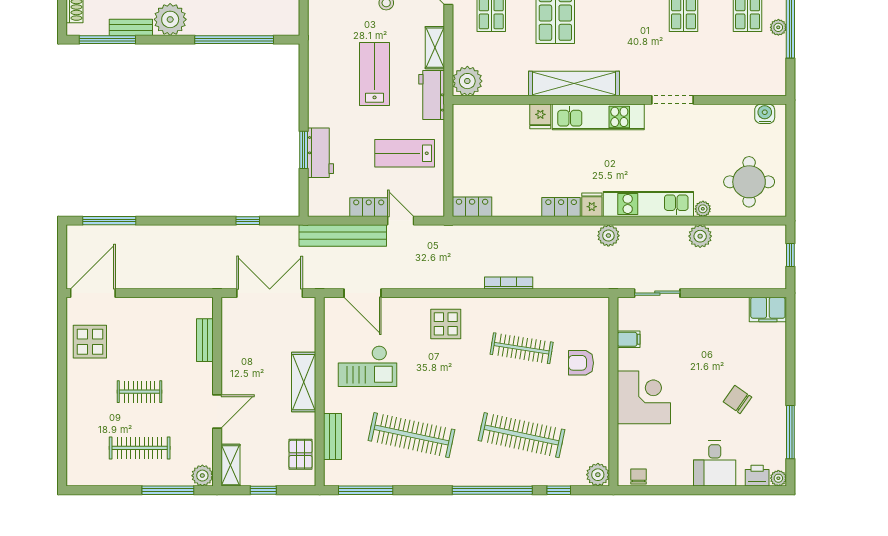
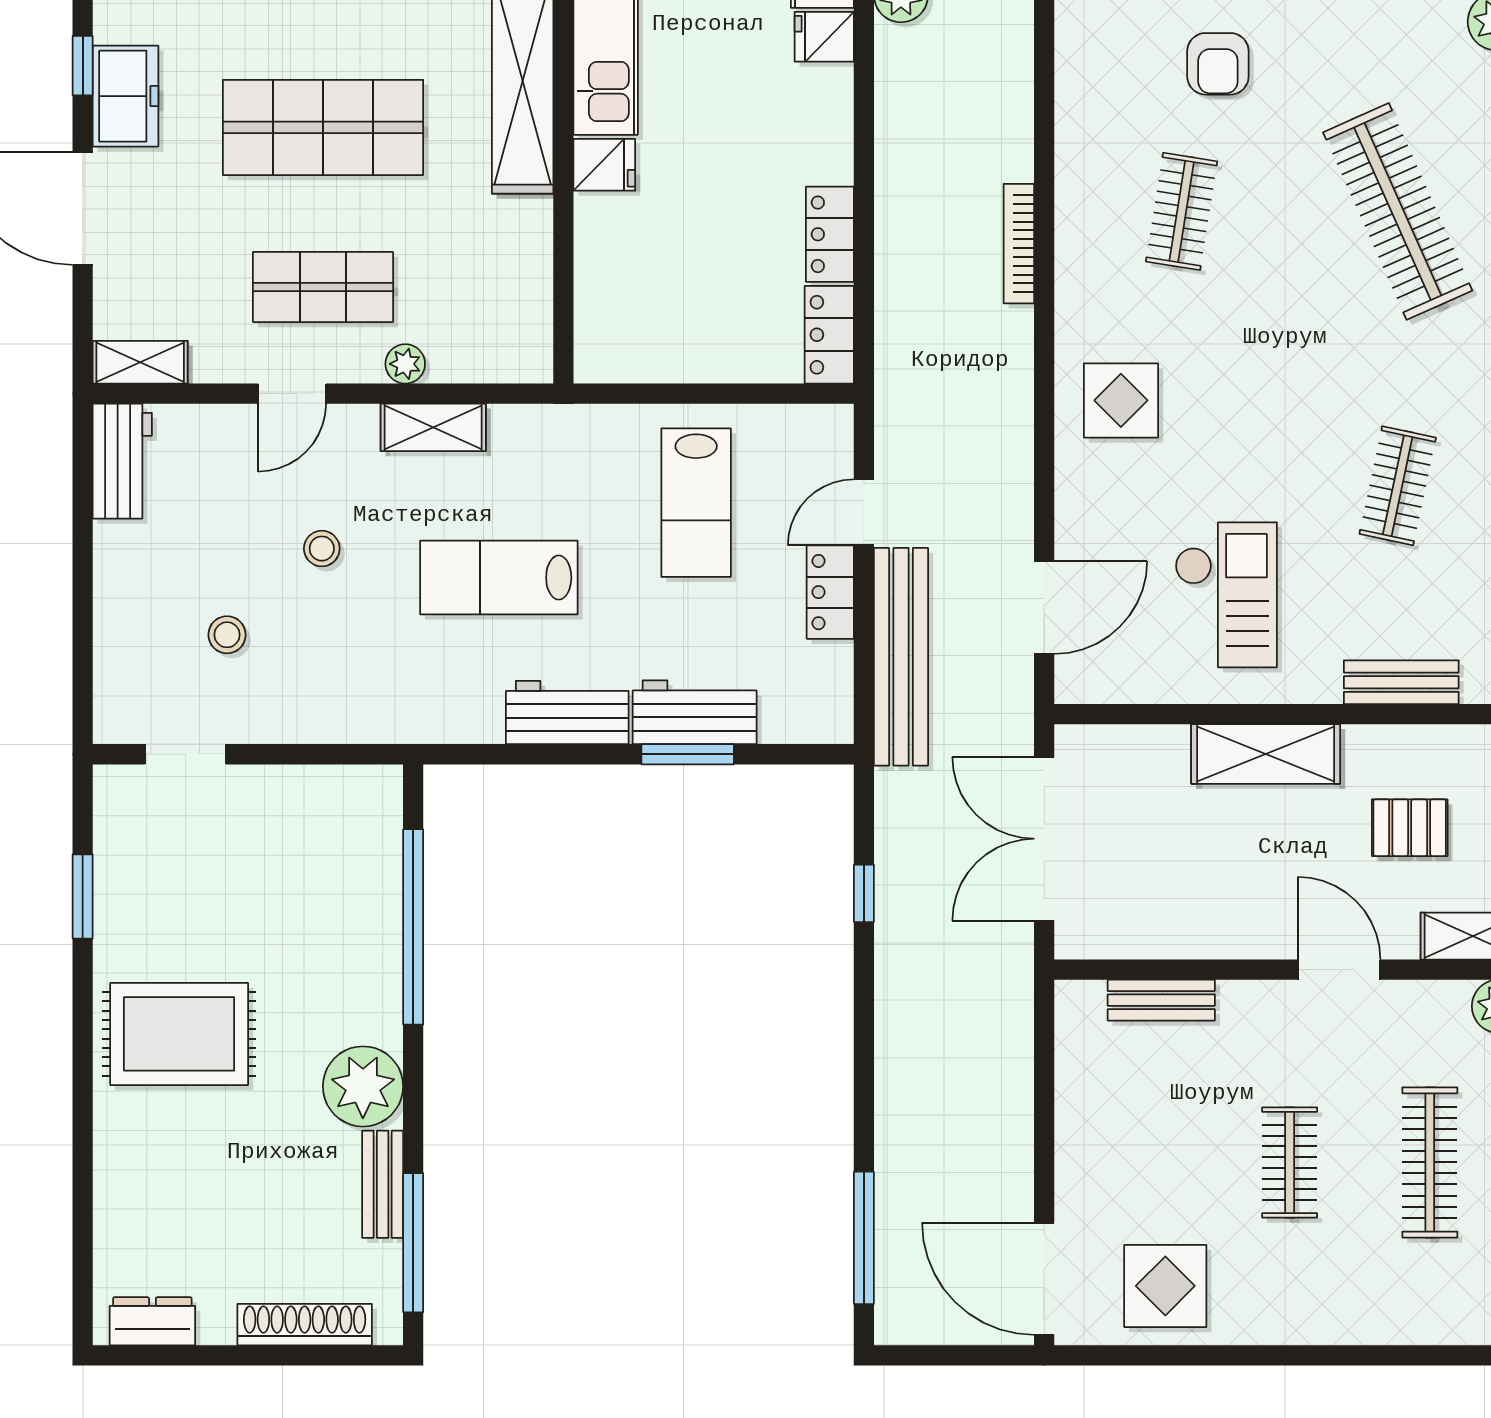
plant: (467, 81) -> (405, 364), moved, width x0.53, depth x0.53
workbench: (432, 95) -> (567, 713), moved, turned 180
locker: (561, 207) -> (830, 234), moved
clothes rail: (522, 348) -> (1182, 211), width x0.73
clothes rail: (411, 435) -> (1398, 486), width x0.54, depth x0.76
clothes rail: (522, 435) -> (1398, 211), turned -36
pallet: (301, 454) -> (1410, 828), moved

